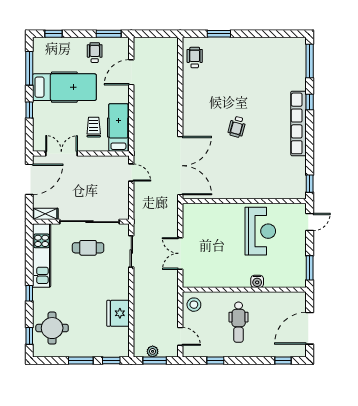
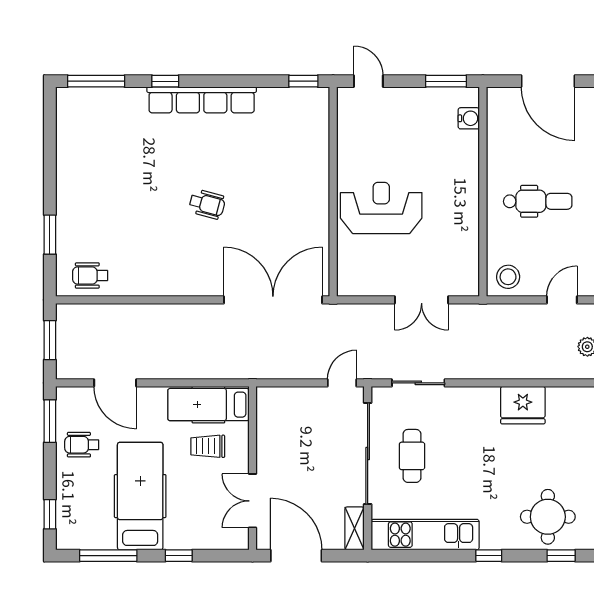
window: (157, 34) -> (50, 340), added
door: (131, 173) -> (342, 383), moved
reception desk: (260, 231) -> (381, 208), moved
water cooler: (257, 281) -> (469, 118), moved

